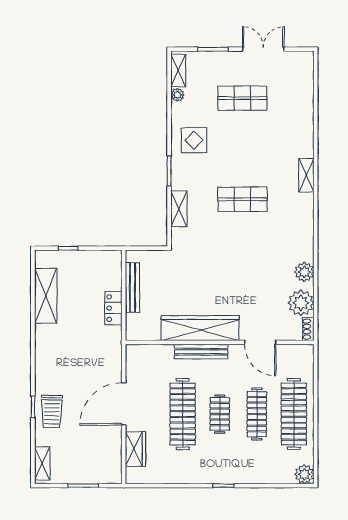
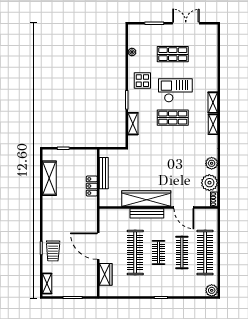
shelving: (178, 70) -> (213, 124), moved
checkout: (247, 156) -> (175, 90), added
door: (124, 404) -> (98, 246), hinge flipped

